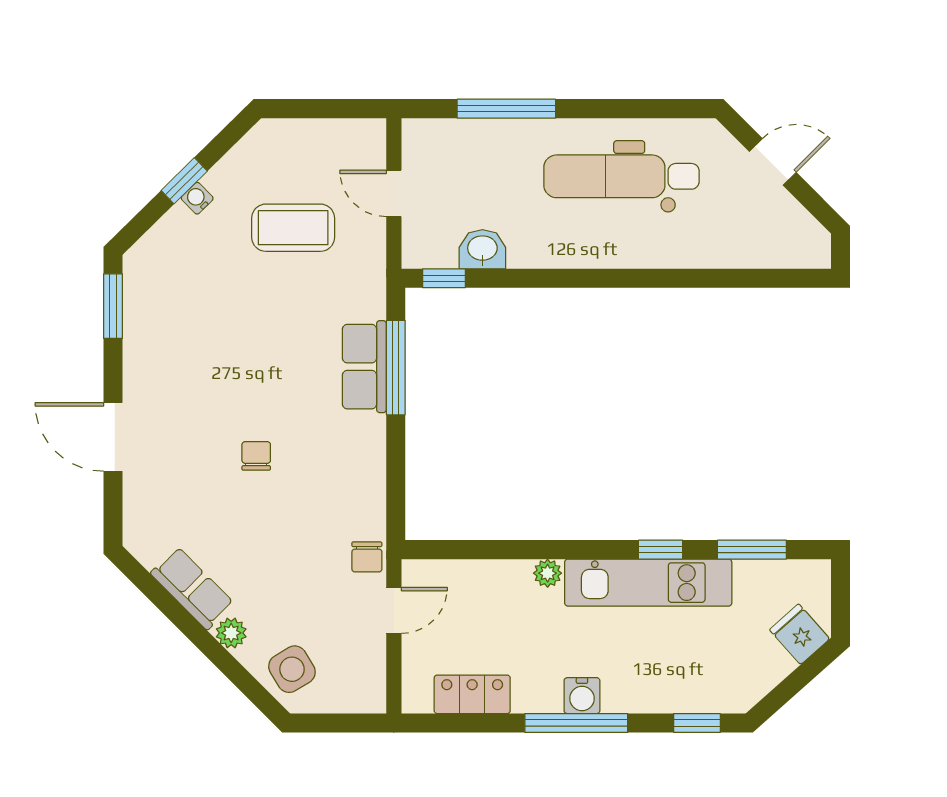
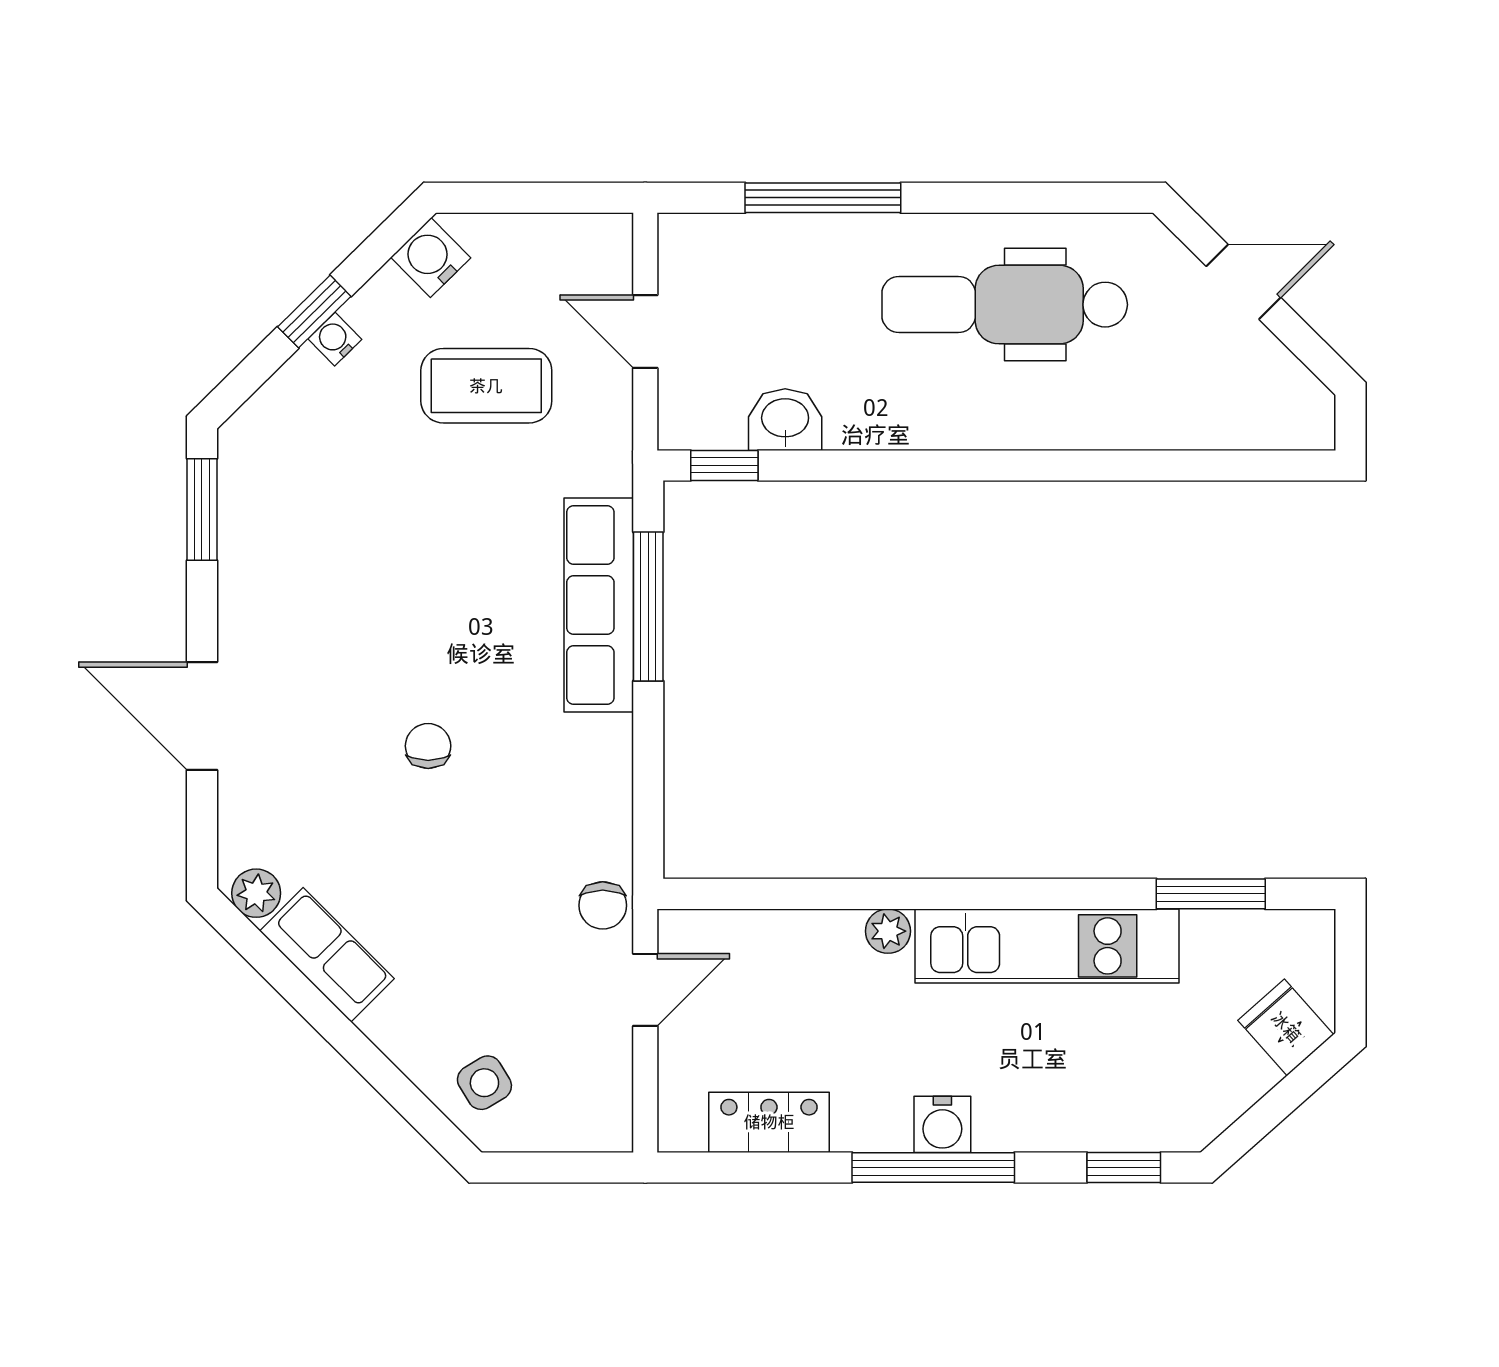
water cooler: (258, 147) -> (431, 258), added
row of seats: (364, 367) -> (599, 605), width x1.48
window: (661, 550) -> (1066, 894), removed
plant: (231, 633) -> (256, 893), moved
side table: (292, 669) -> (484, 1083), width x0.73, depth x0.73

